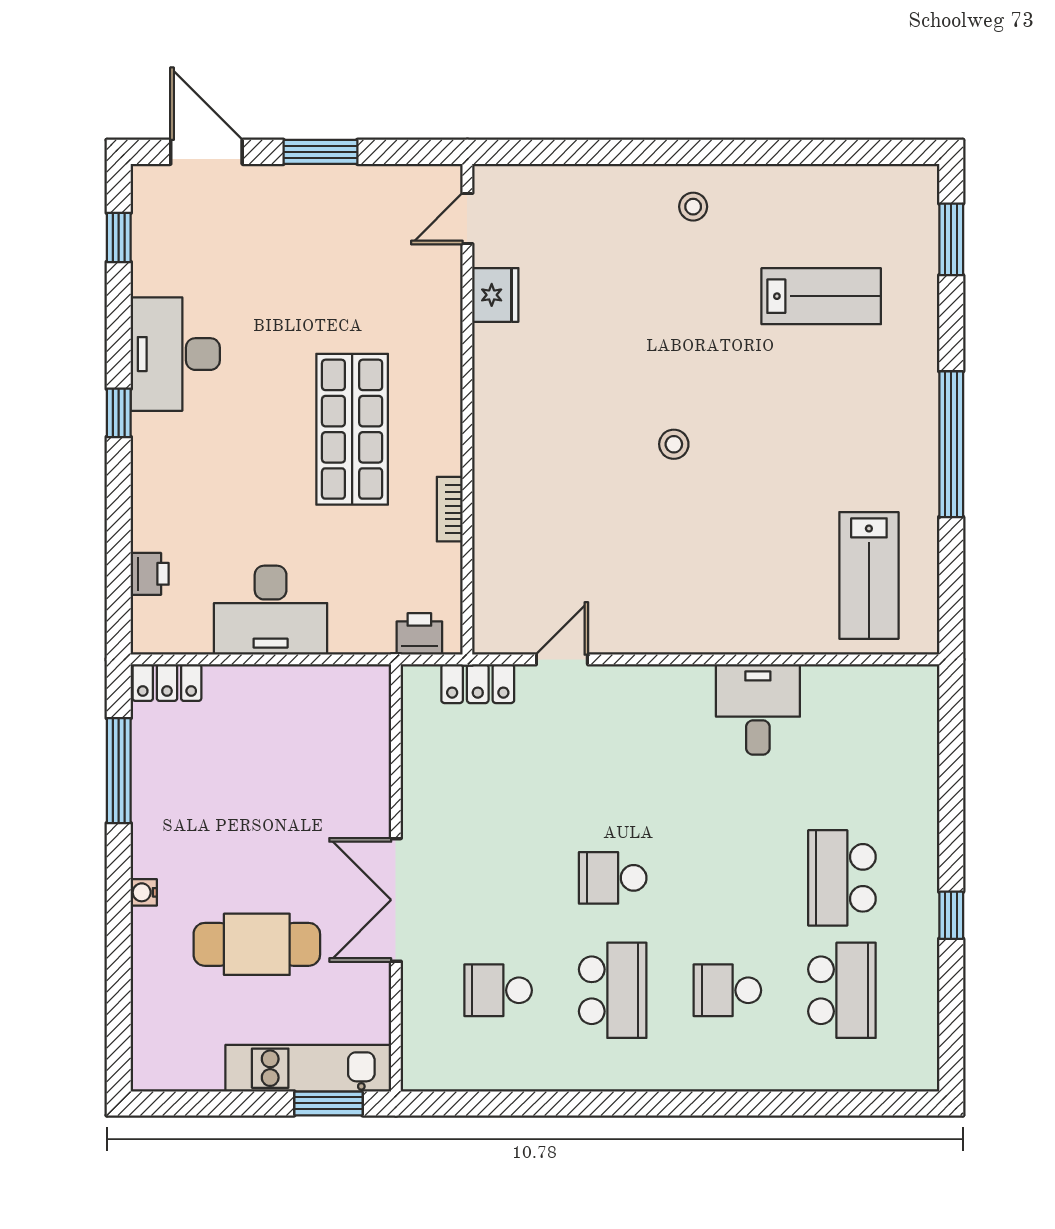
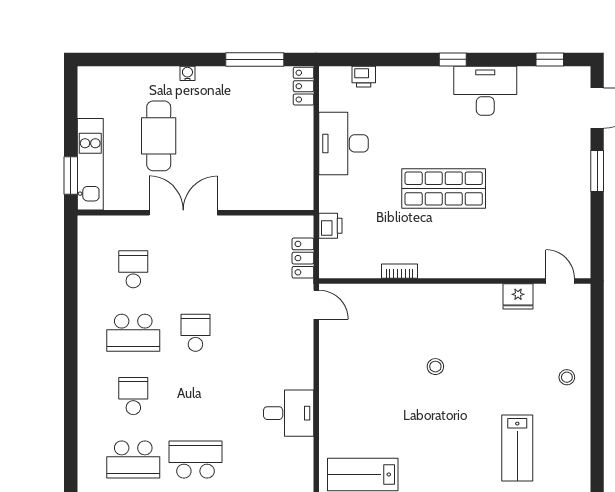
door: (467, 219) -> (560, 281), moved
fridge: (495, 295) -> (518, 296), moved
wall: (467, 409) -> (455, 281), moved
bookcase: (450, 509) -> (399, 271), moved

